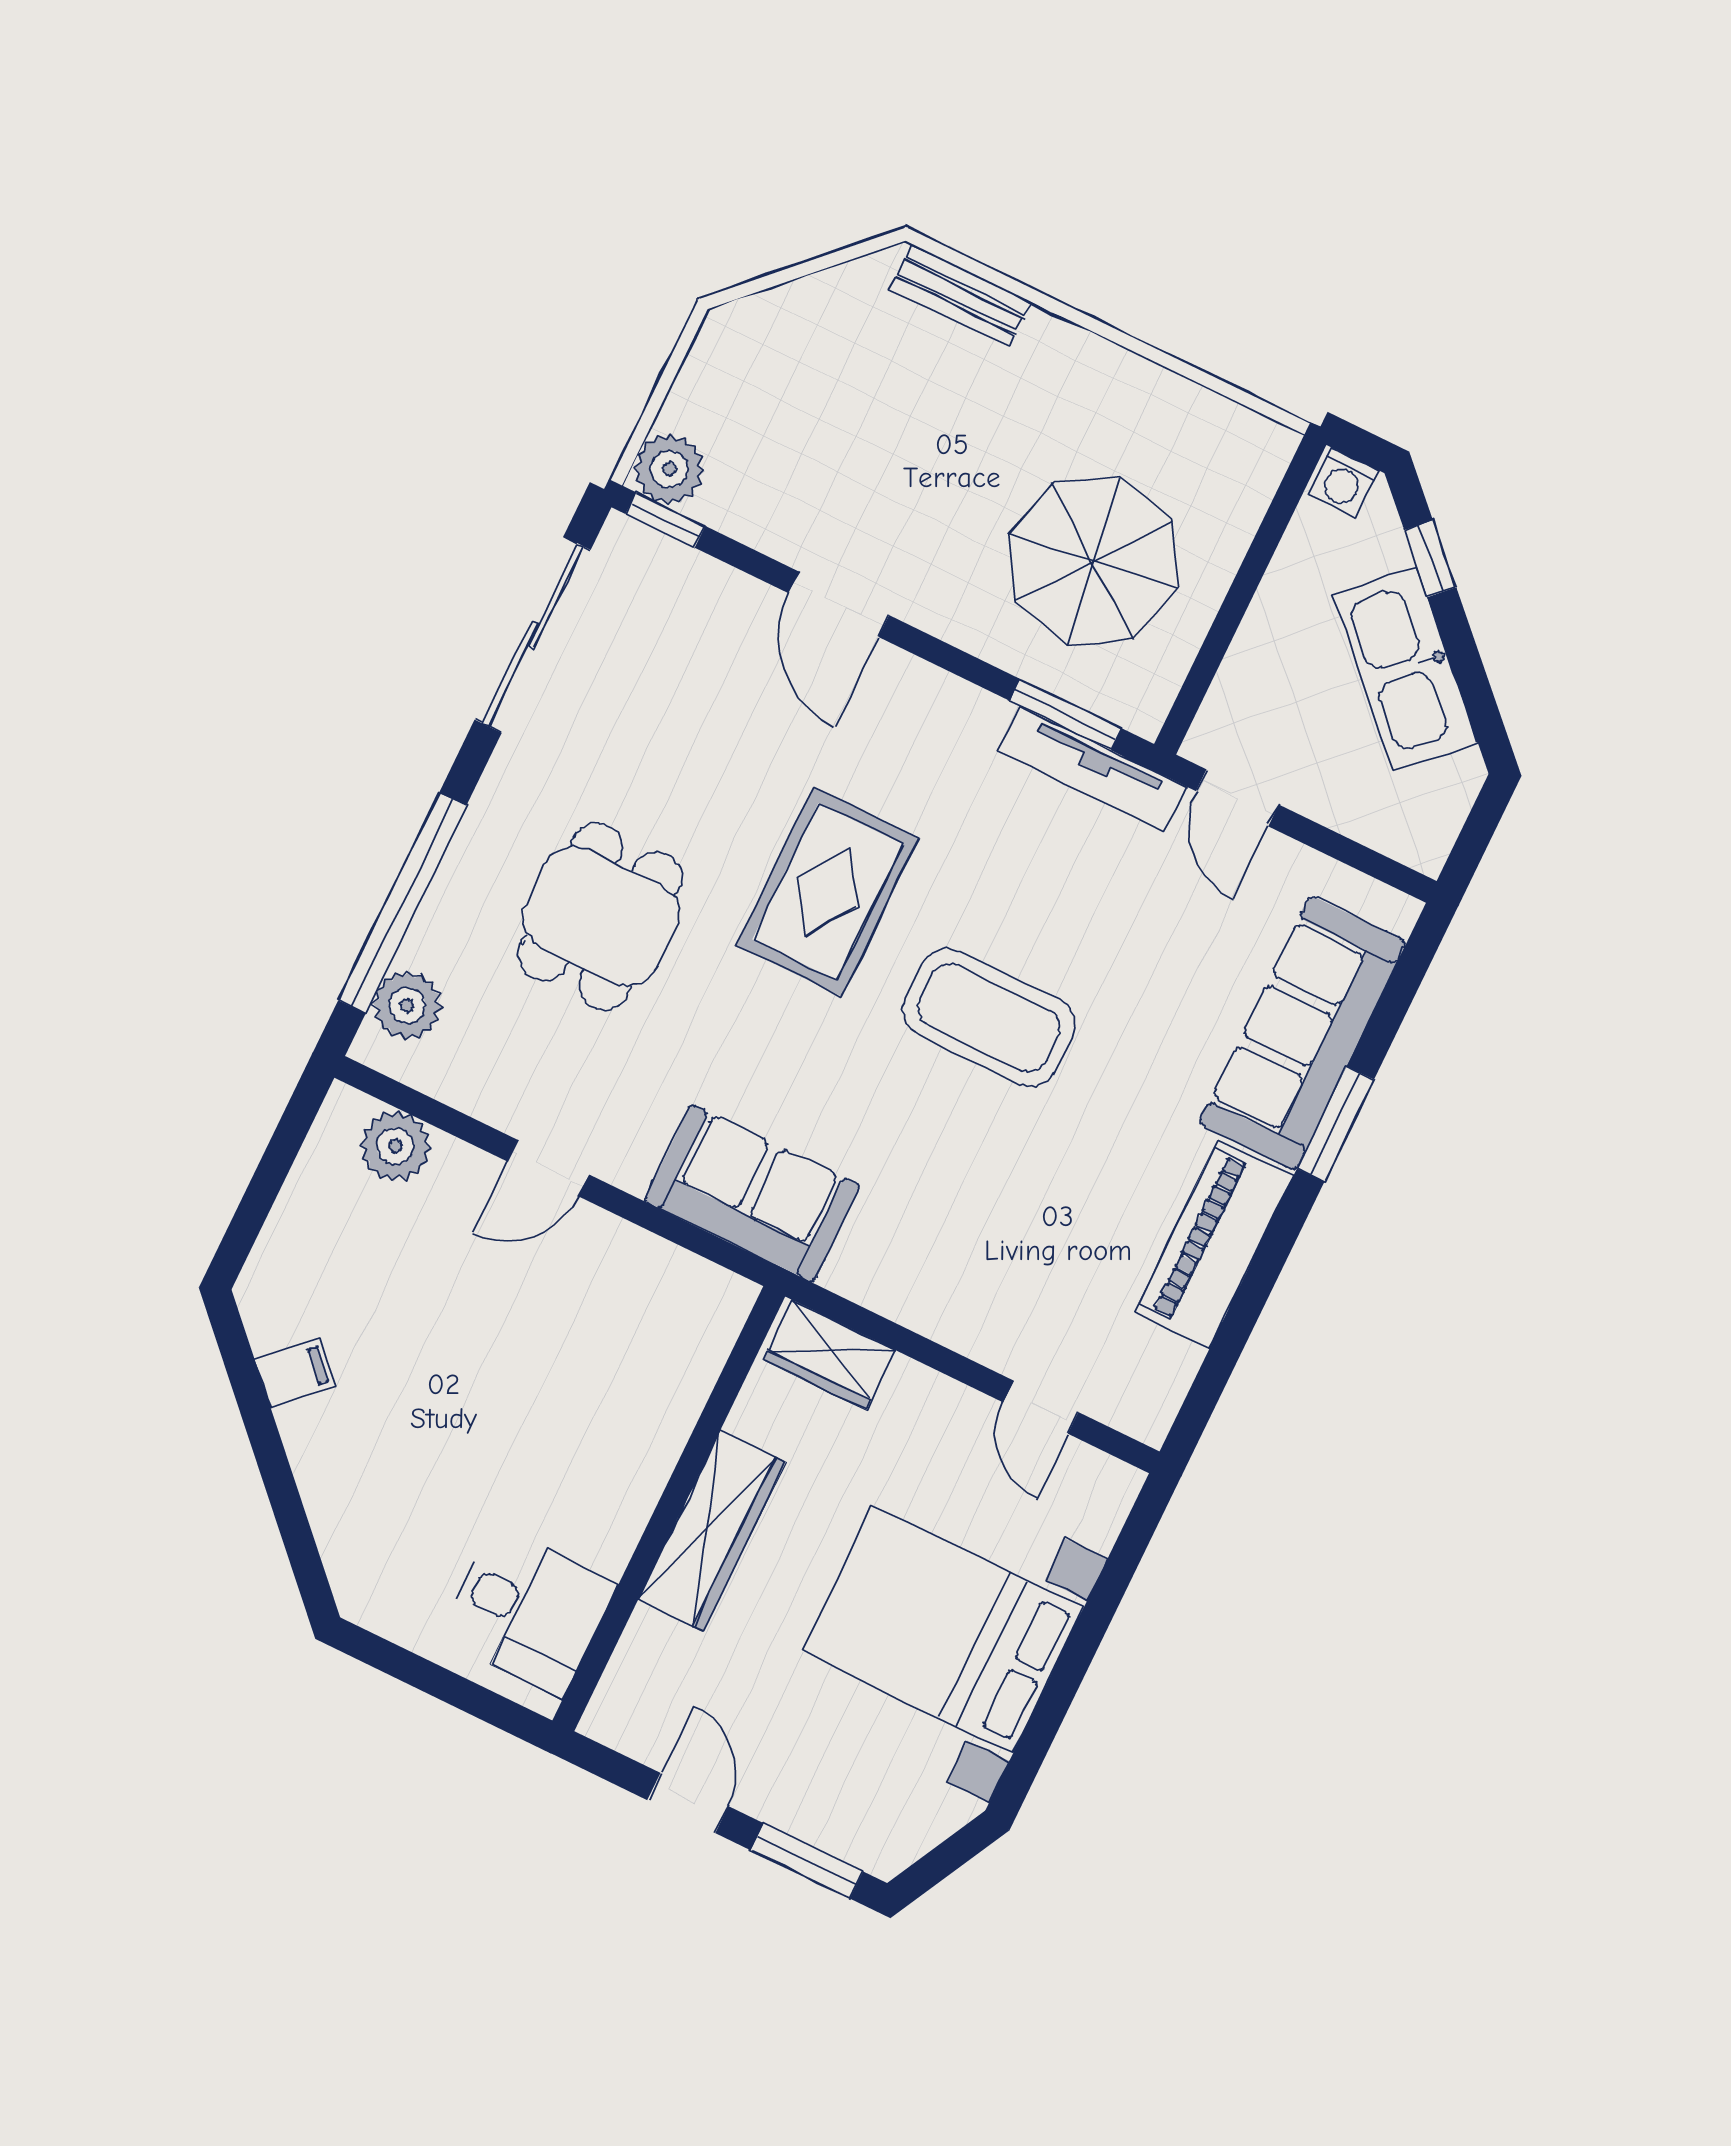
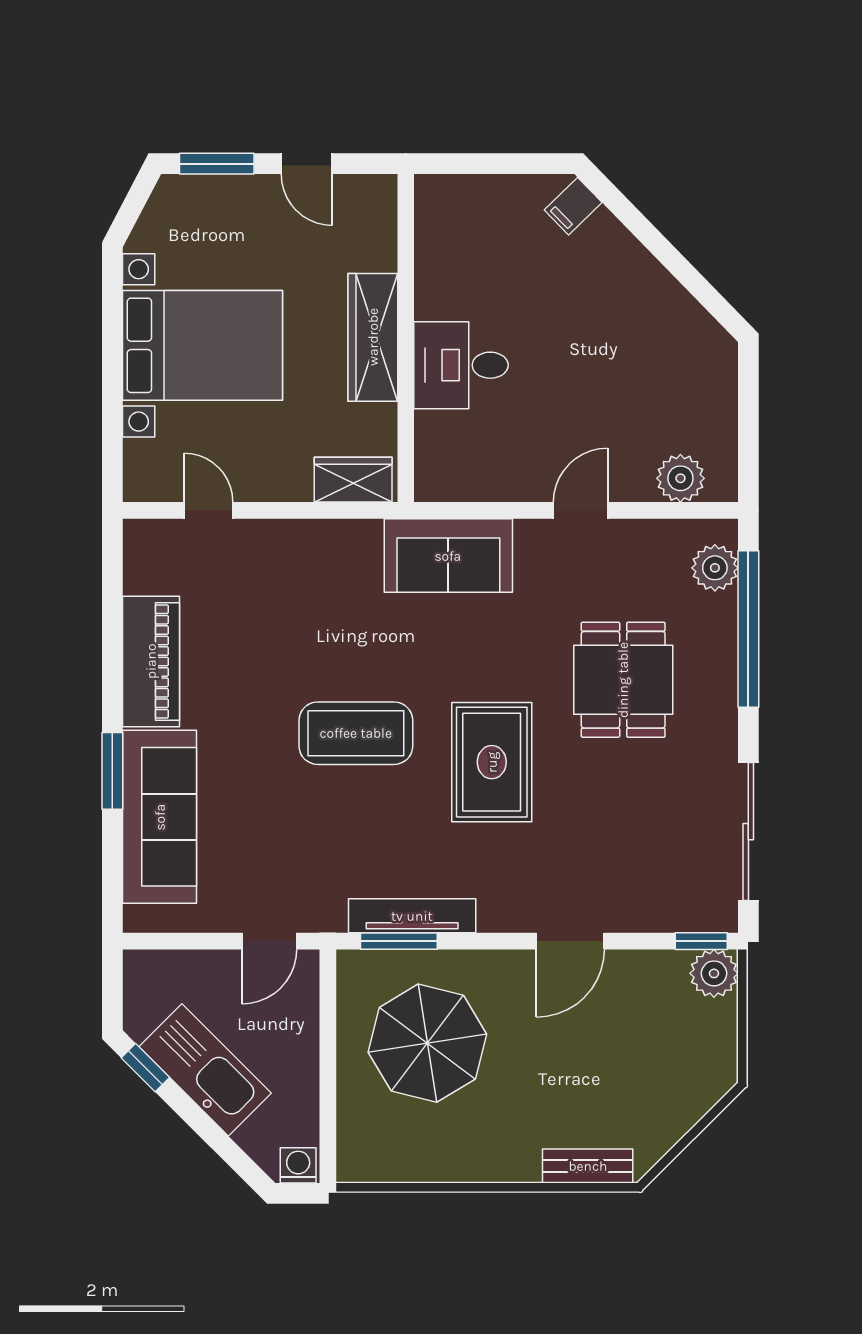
window: (1430, 559) -> (145, 1068), moved
door: (839, 604) -> (570, 941), swing flipped
tv unit: (1093, 769) -> (412, 916), moved
door: (1237, 798) -> (269, 941), swing flipped
filing cabinet: (295, 1373) -> (573, 206), moved
desk: (529, 1611) -> (461, 365), moved

